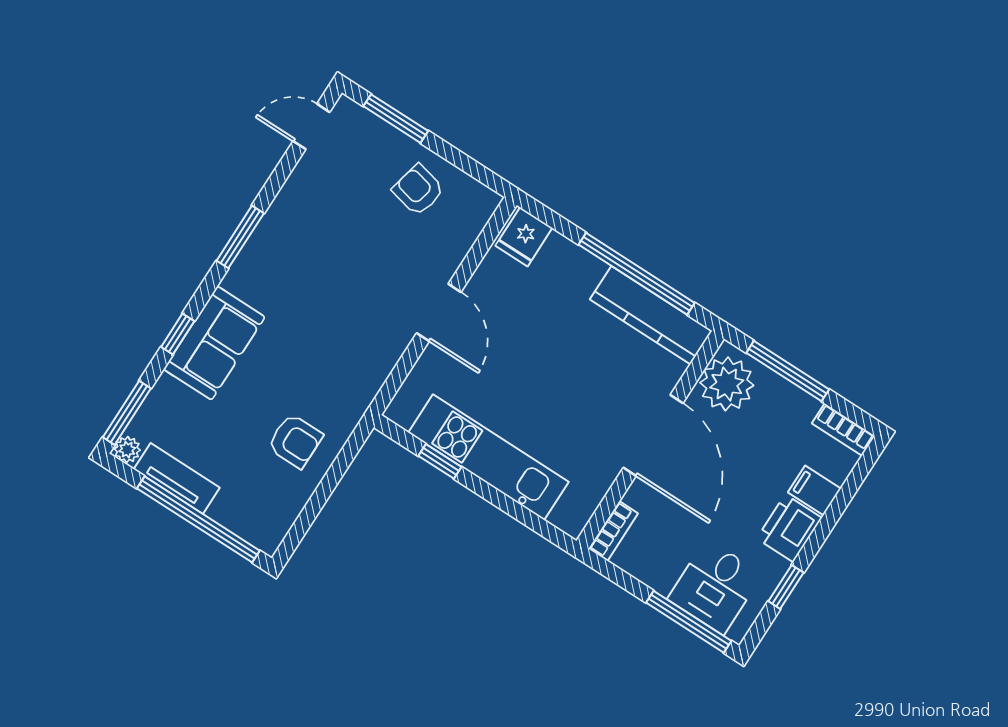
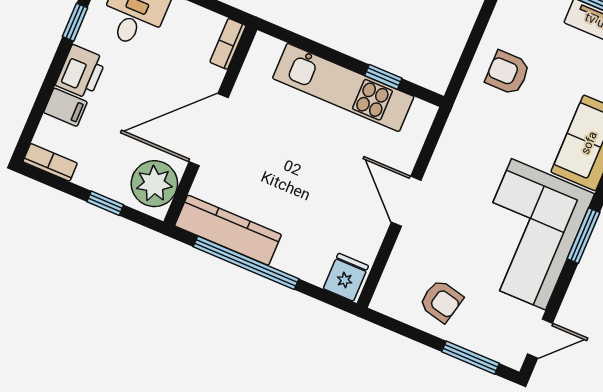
corner sofa: (304, 250) -> (529, 234), added
window: (788, 371) -> (105, 203), width x0.46
door: (653, 435) -> (209, 130), hinge flipped

